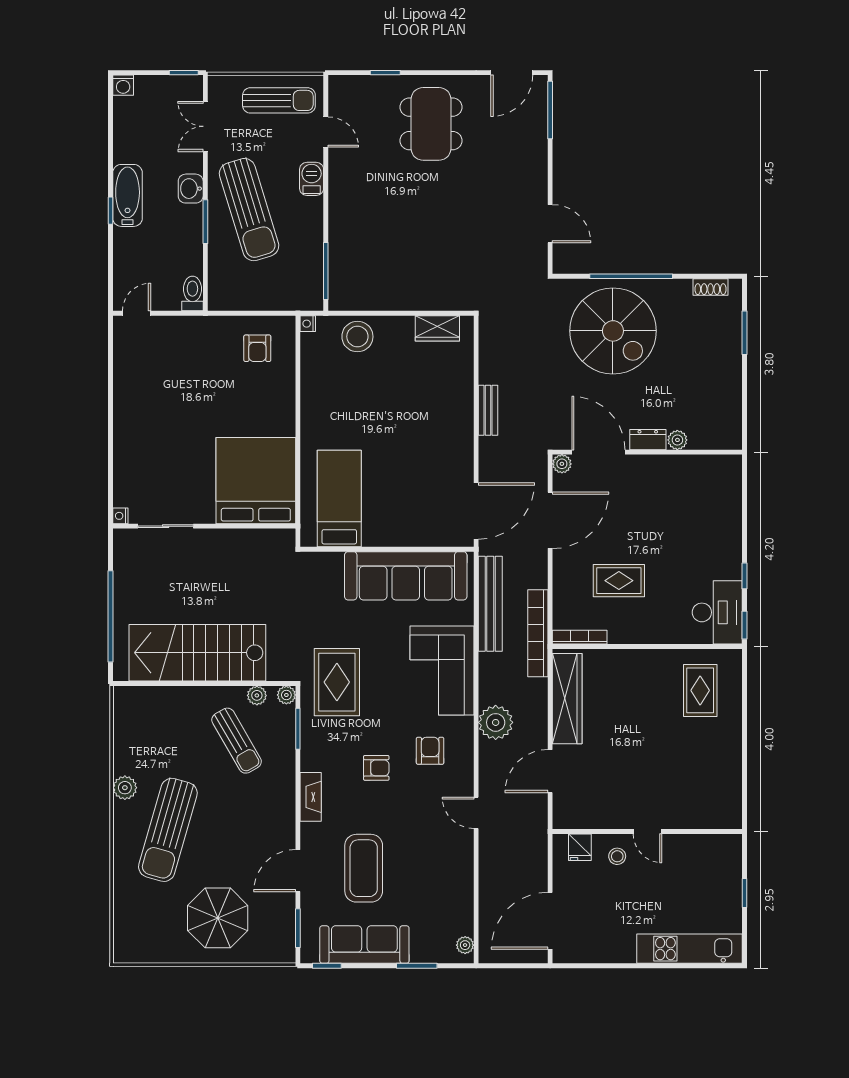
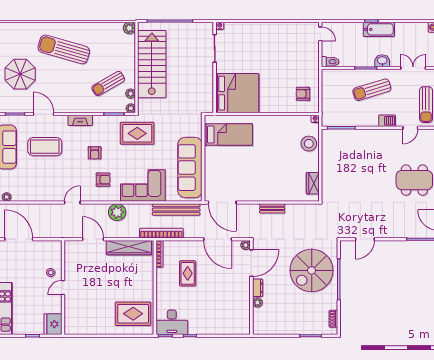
sun lounger: (249, 210) -> (372, 90), width x0.73, depth x0.75
rug: (700, 690) -> (133, 314), width x1.36, depth x1.43
plant: (125, 788) -> (129, 28), moved
fridge: (580, 847) -> (53, 324), moved, width x1.88, depth x1.34

